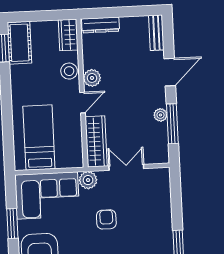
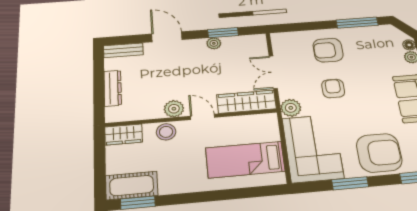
dresser: (101, 25) -> (113, 88), moved
window: (172, 124) -> (223, 33), width x0.69
armchair: (106, 219) -> (333, 88), turned 90
armchair: (148, 219) -> (328, 50), added

